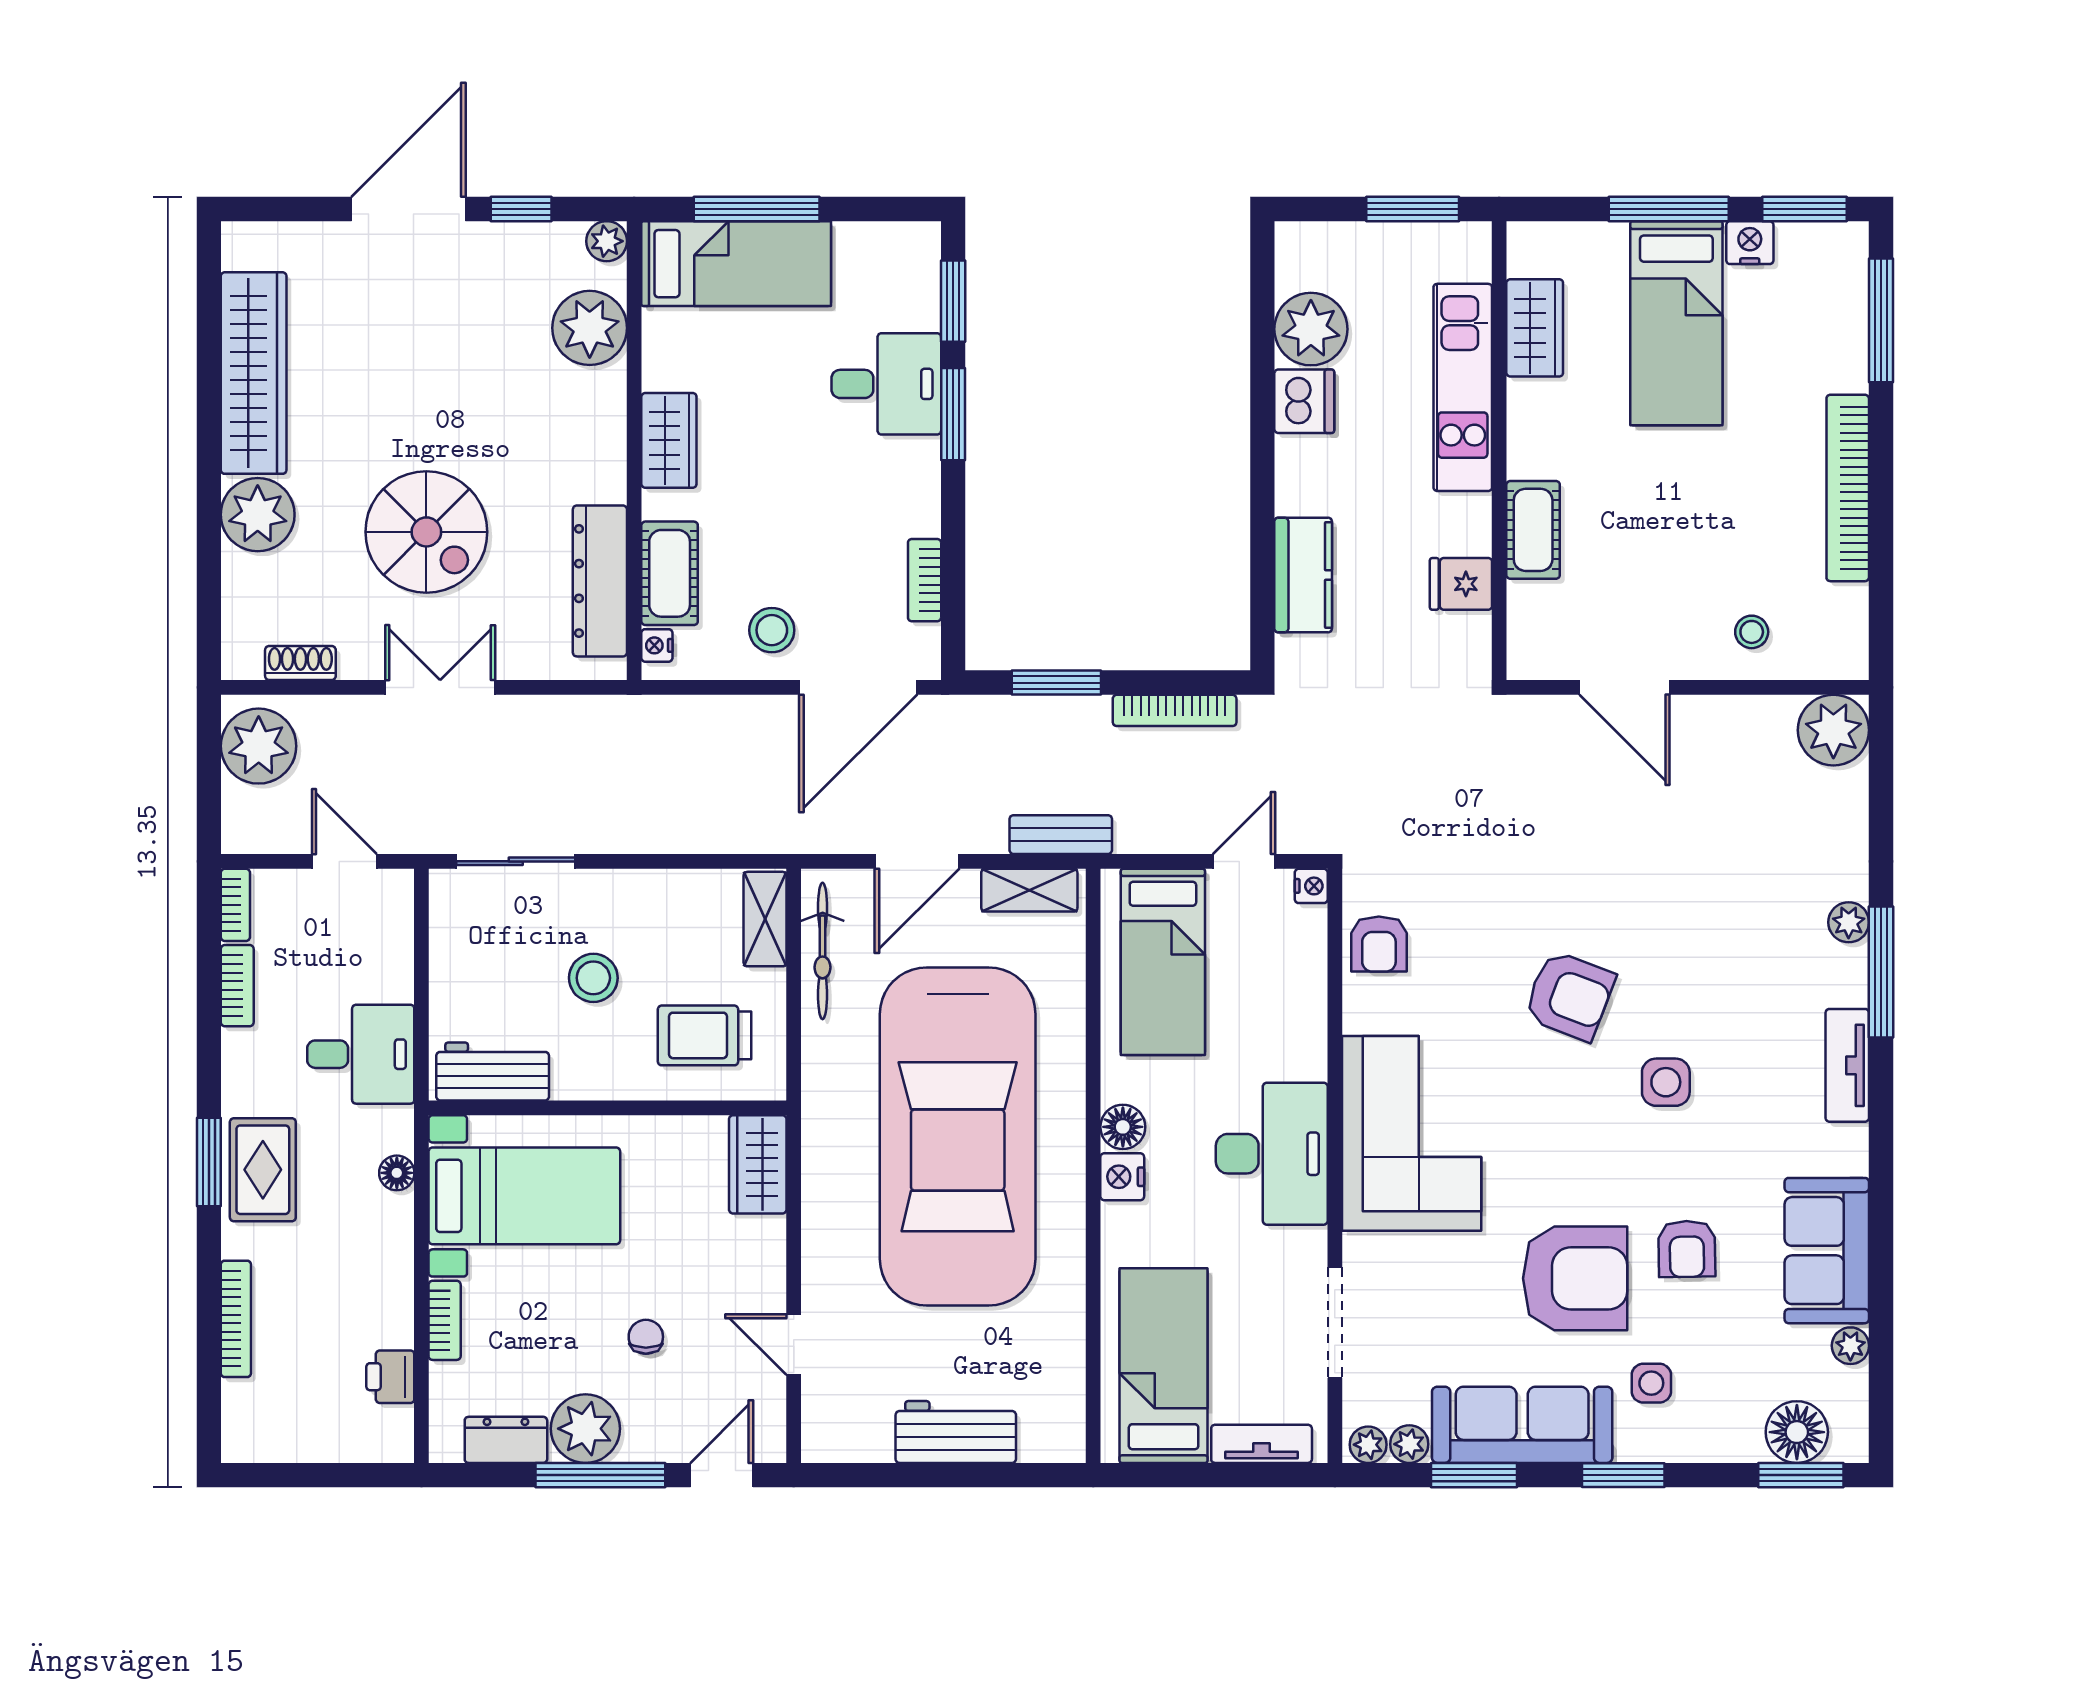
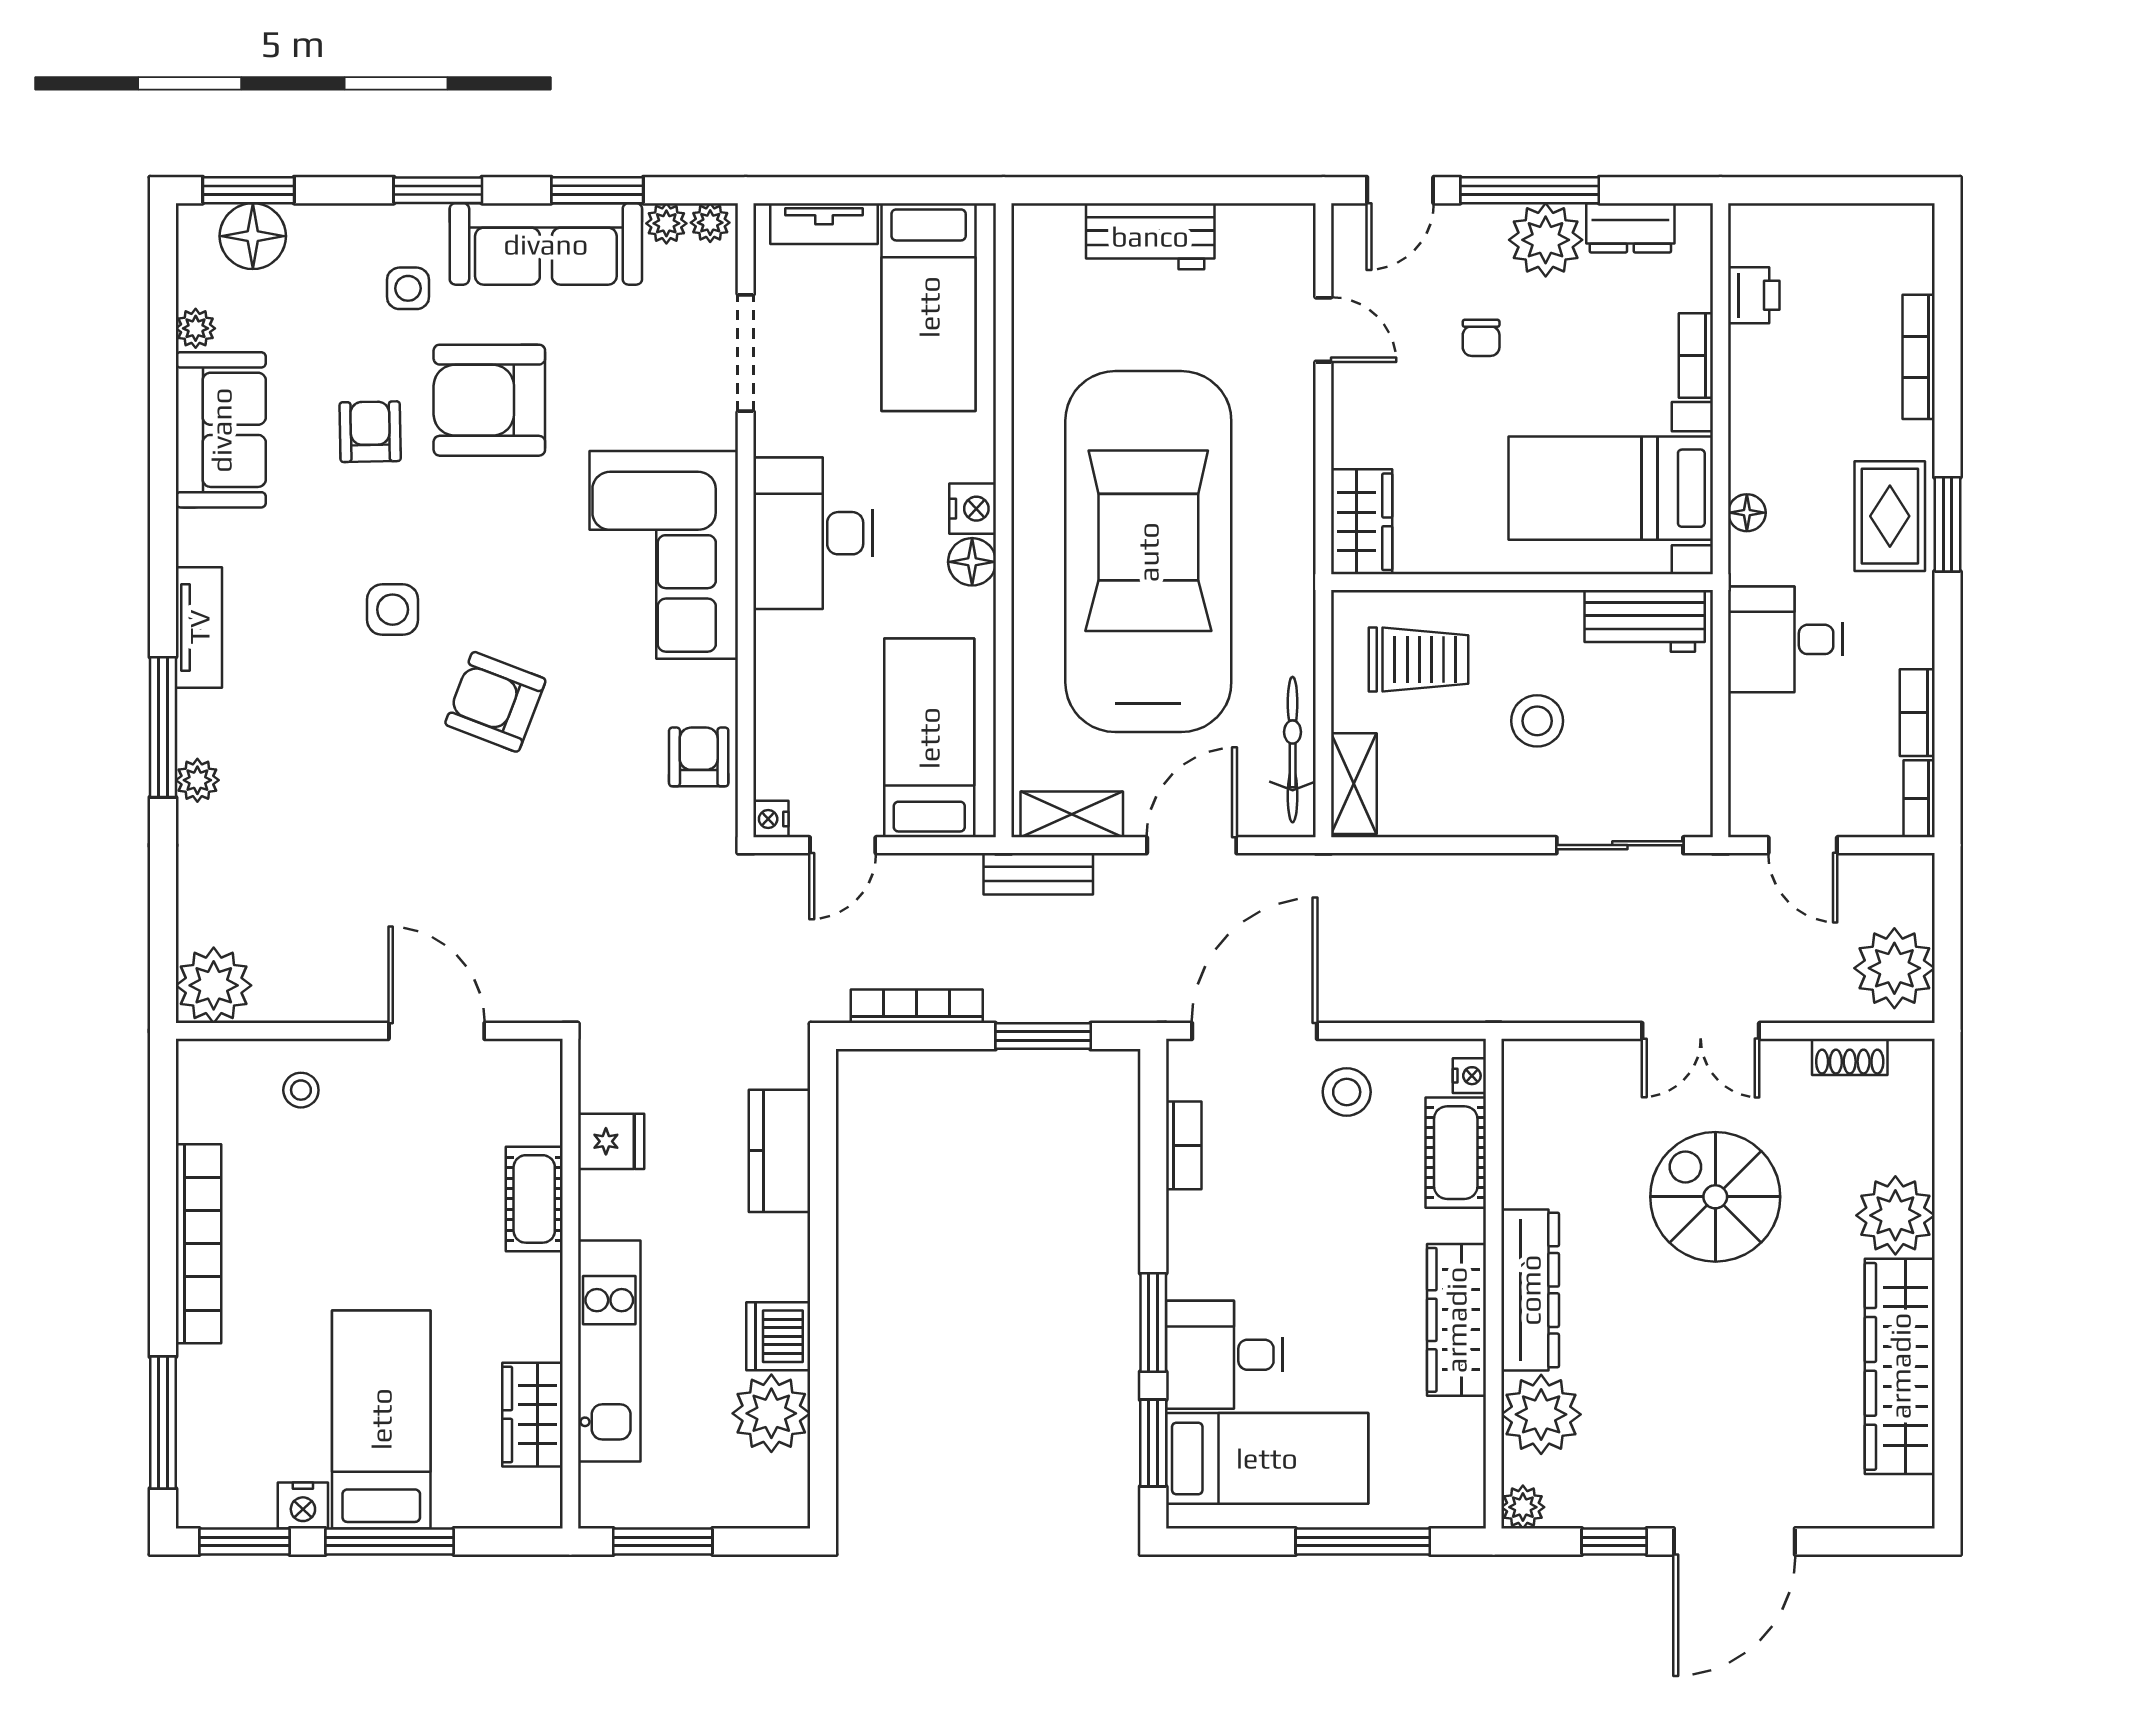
bed: (736, 264) -> (1267, 1458), moved, turned 180
wardrobe: (669, 440) -> (1456, 1320), width x1.50
dresser: (600, 581) -> (1530, 1290), moved

